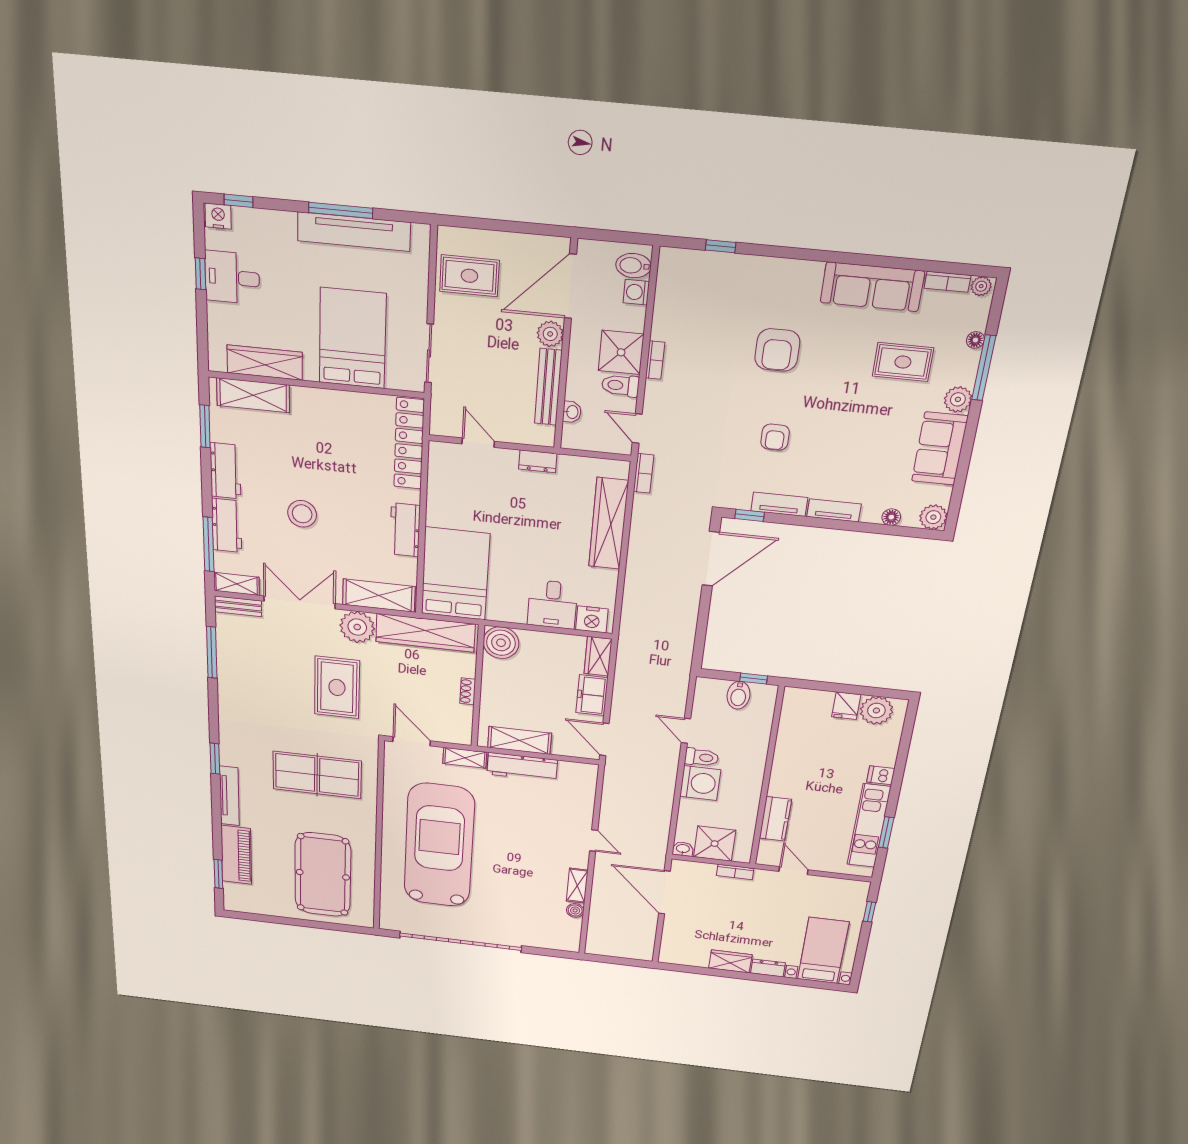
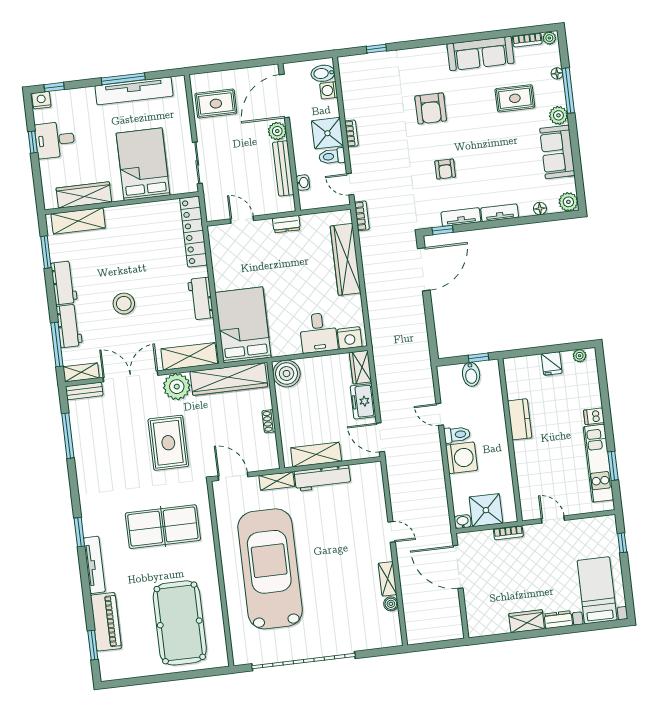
plant: (876, 710) -> (580, 356), width x0.53, depth x0.53
kitchen counter: (775, 819) -> (520, 419), moved

